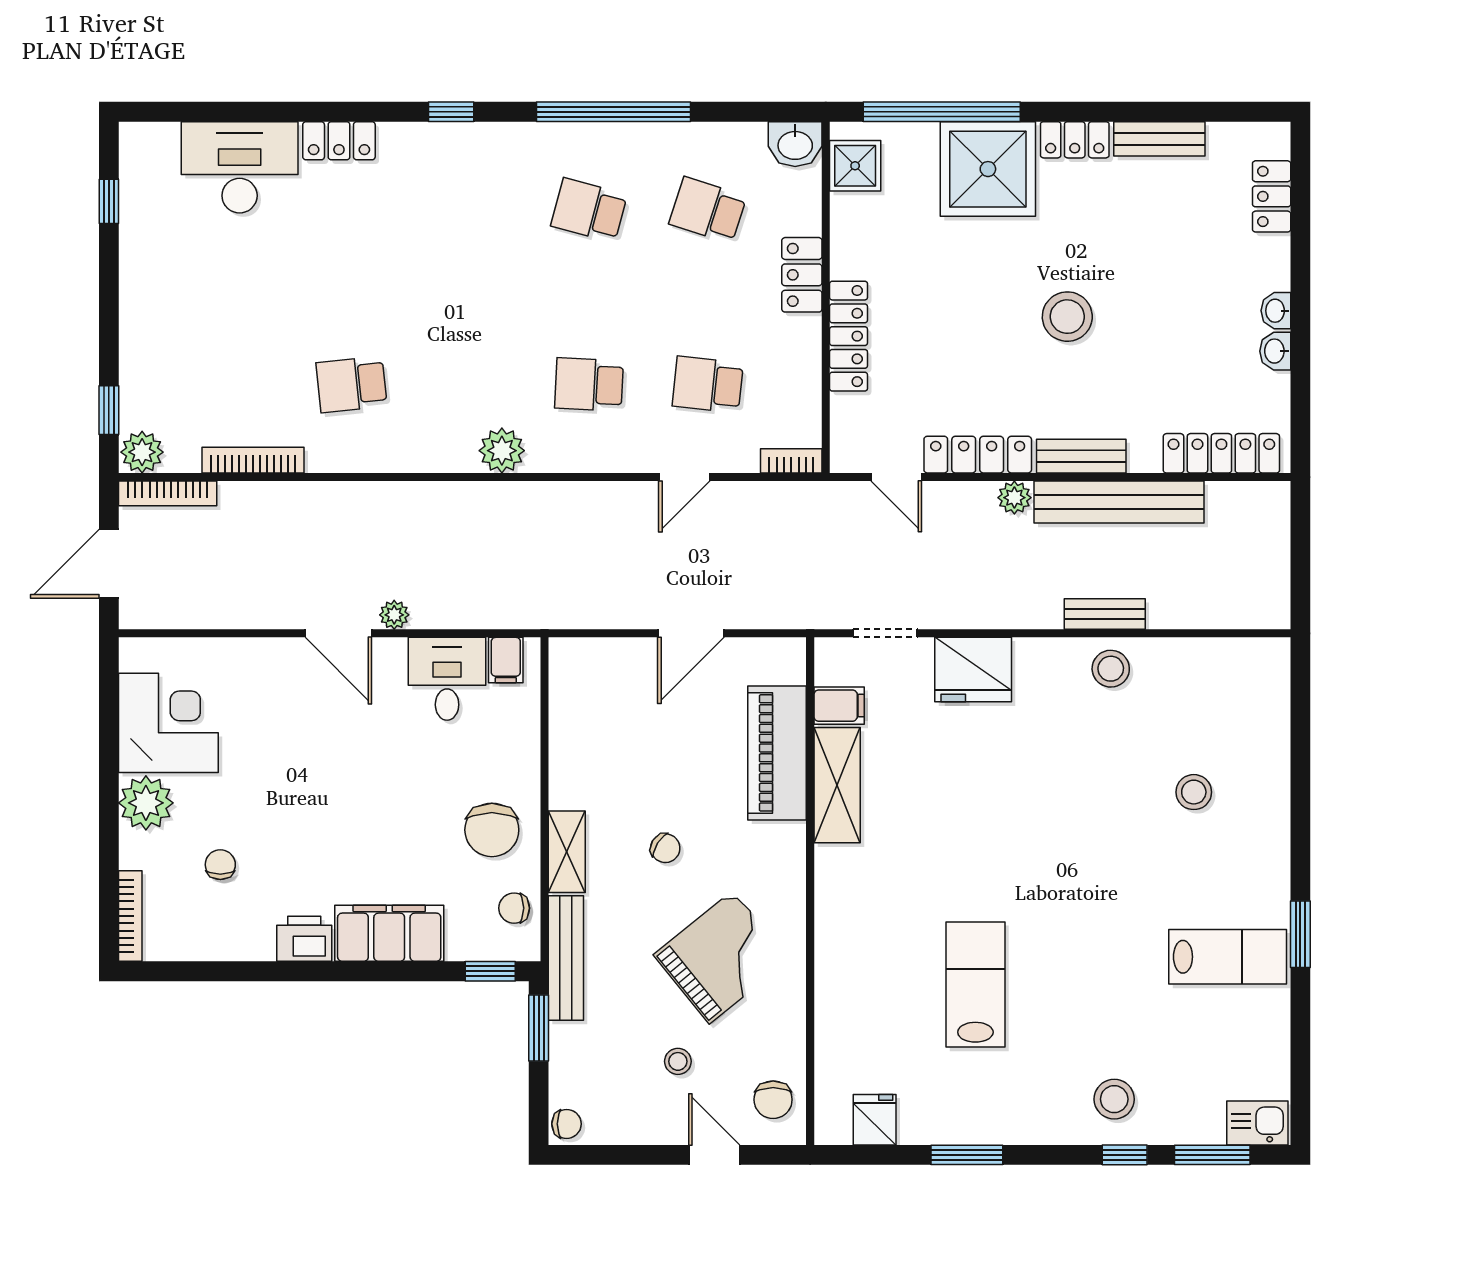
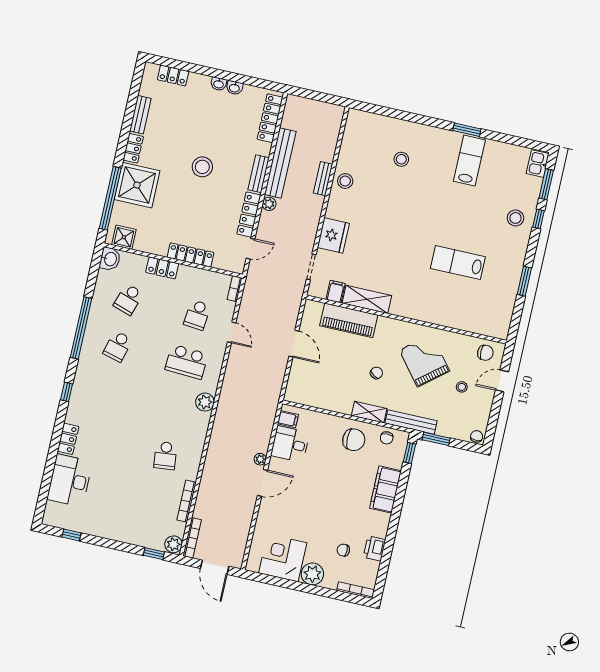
school desk: (589, 384) -> (187, 362), width x1.85
printer: (304, 939) -> (375, 548), moved
fridge: (875, 1120) -> (502, 314), removed

